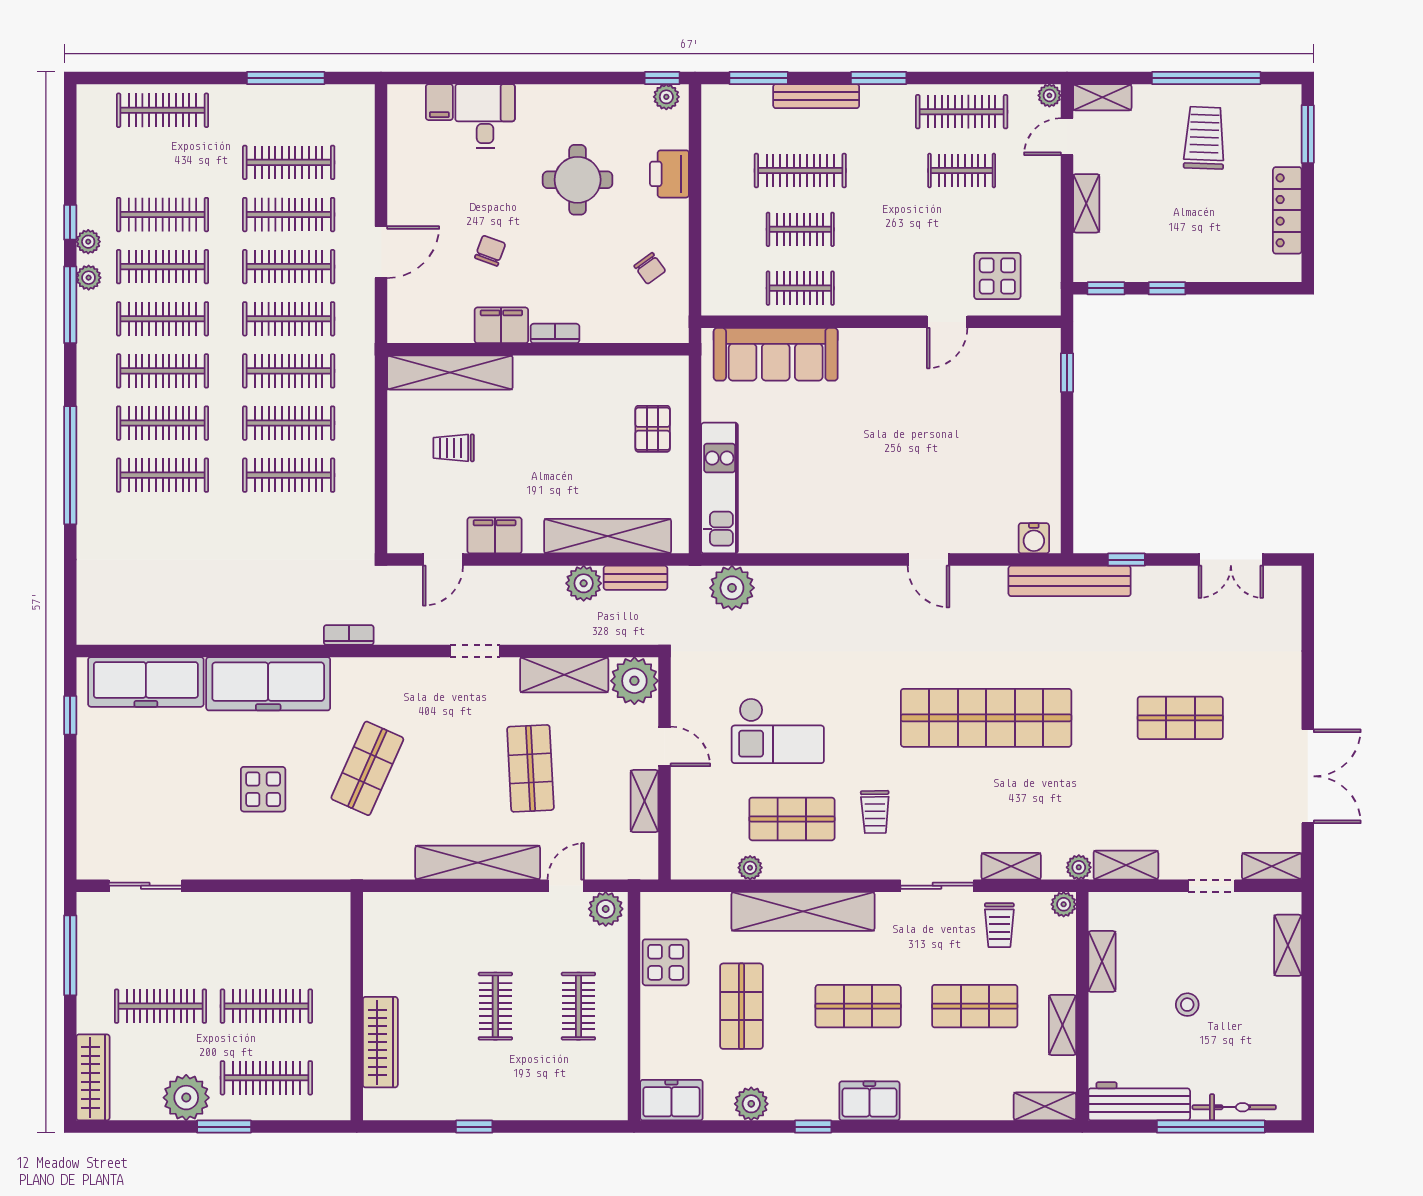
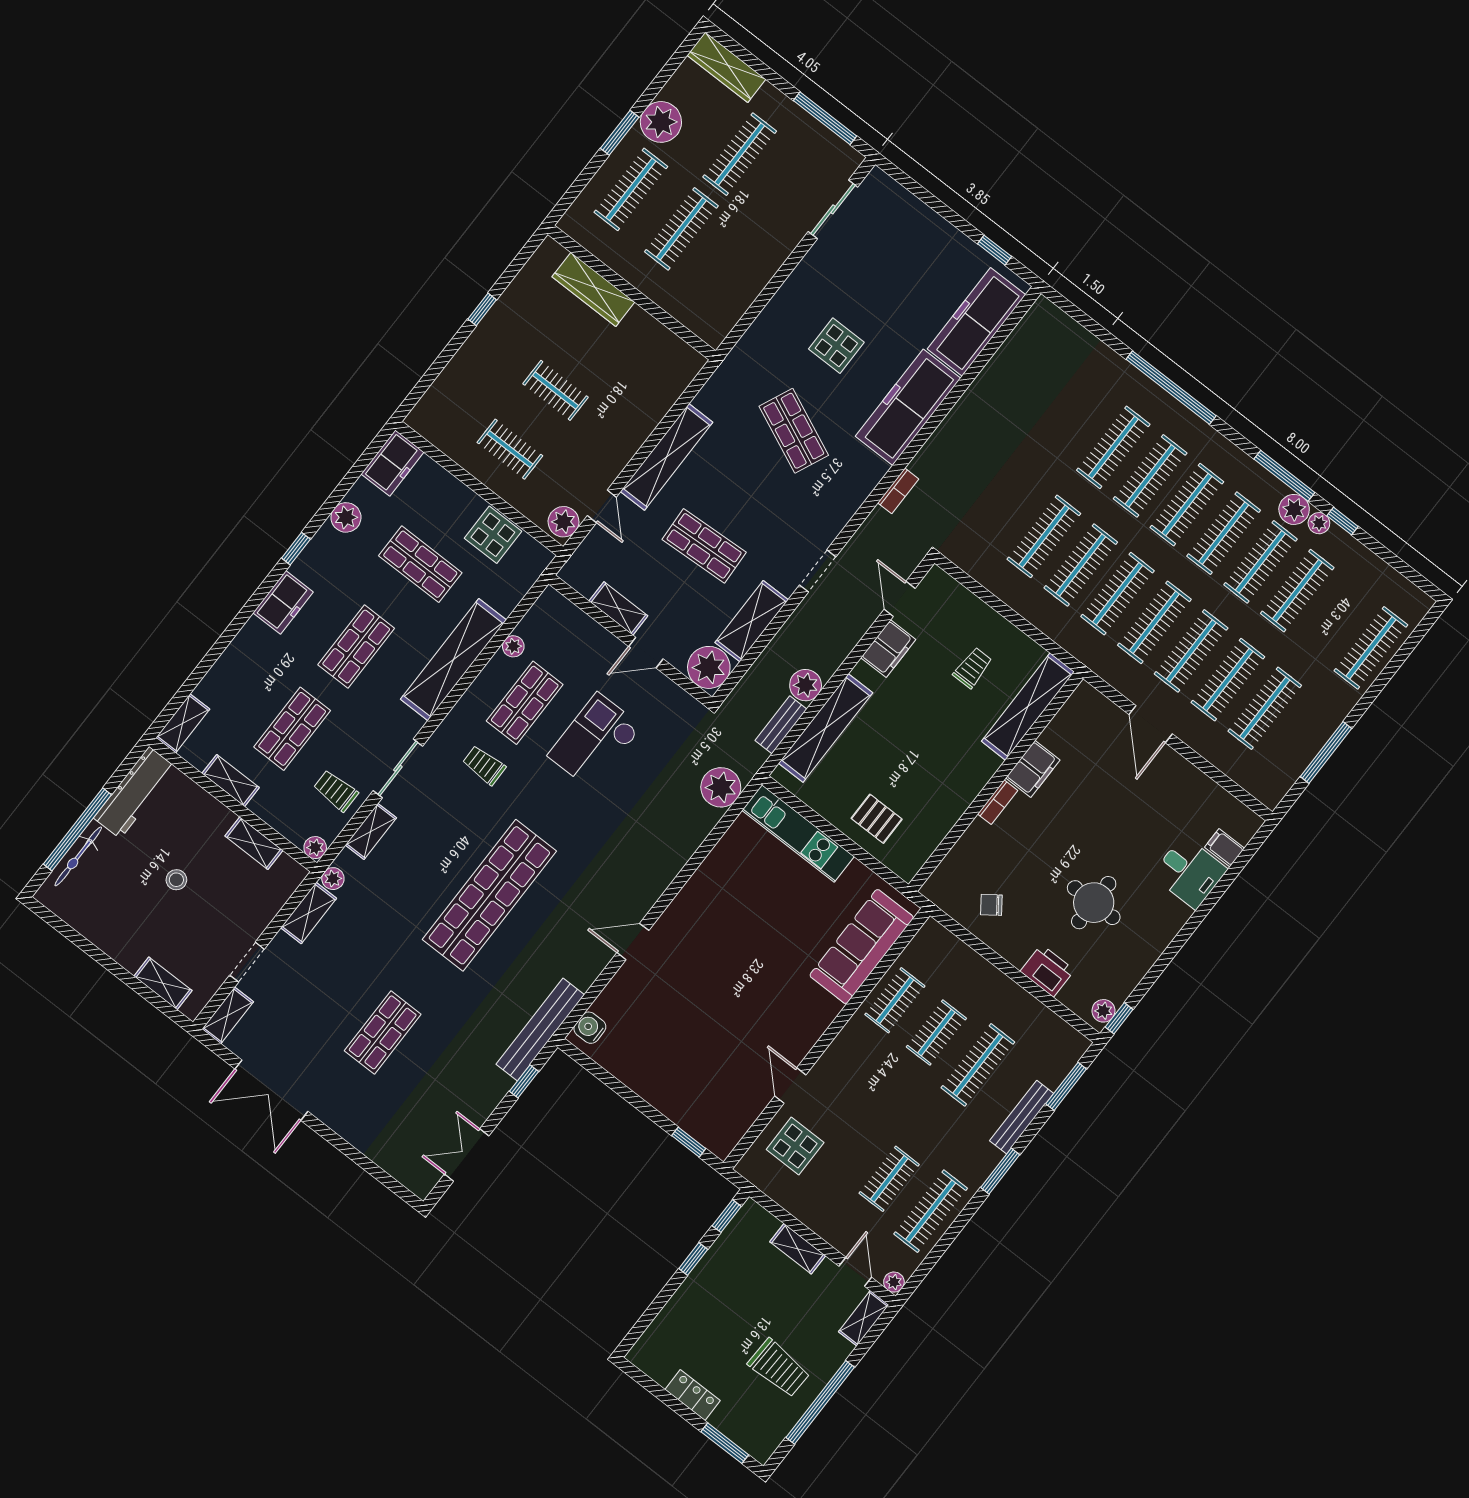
locker: (1287, 210) -> (693, 1395), width x0.66
chair: (490, 251) -> (1092, 802), removed
plant: (89, 278) -> (1294, 509), width x1.38, depth x1.38

